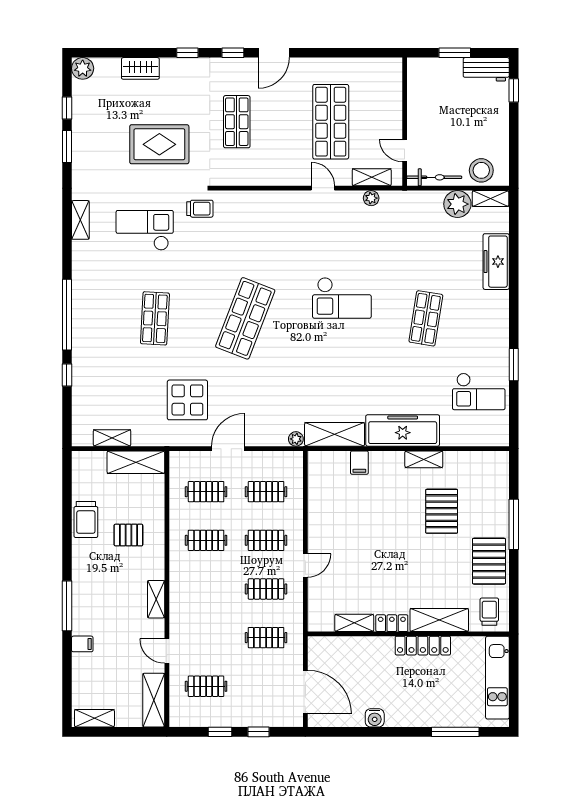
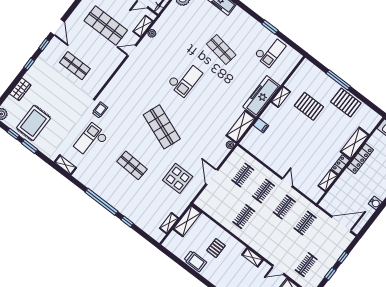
rug: (159, 144) -> (33, 123), moved
clothes rail: (206, 492) -> (223, 201), removed
trolley: (489, 612) -> (368, 119), removed

